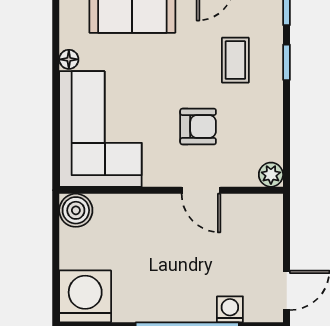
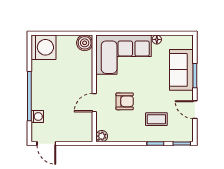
armchair: (198, 127) -> (125, 101), turned -90

